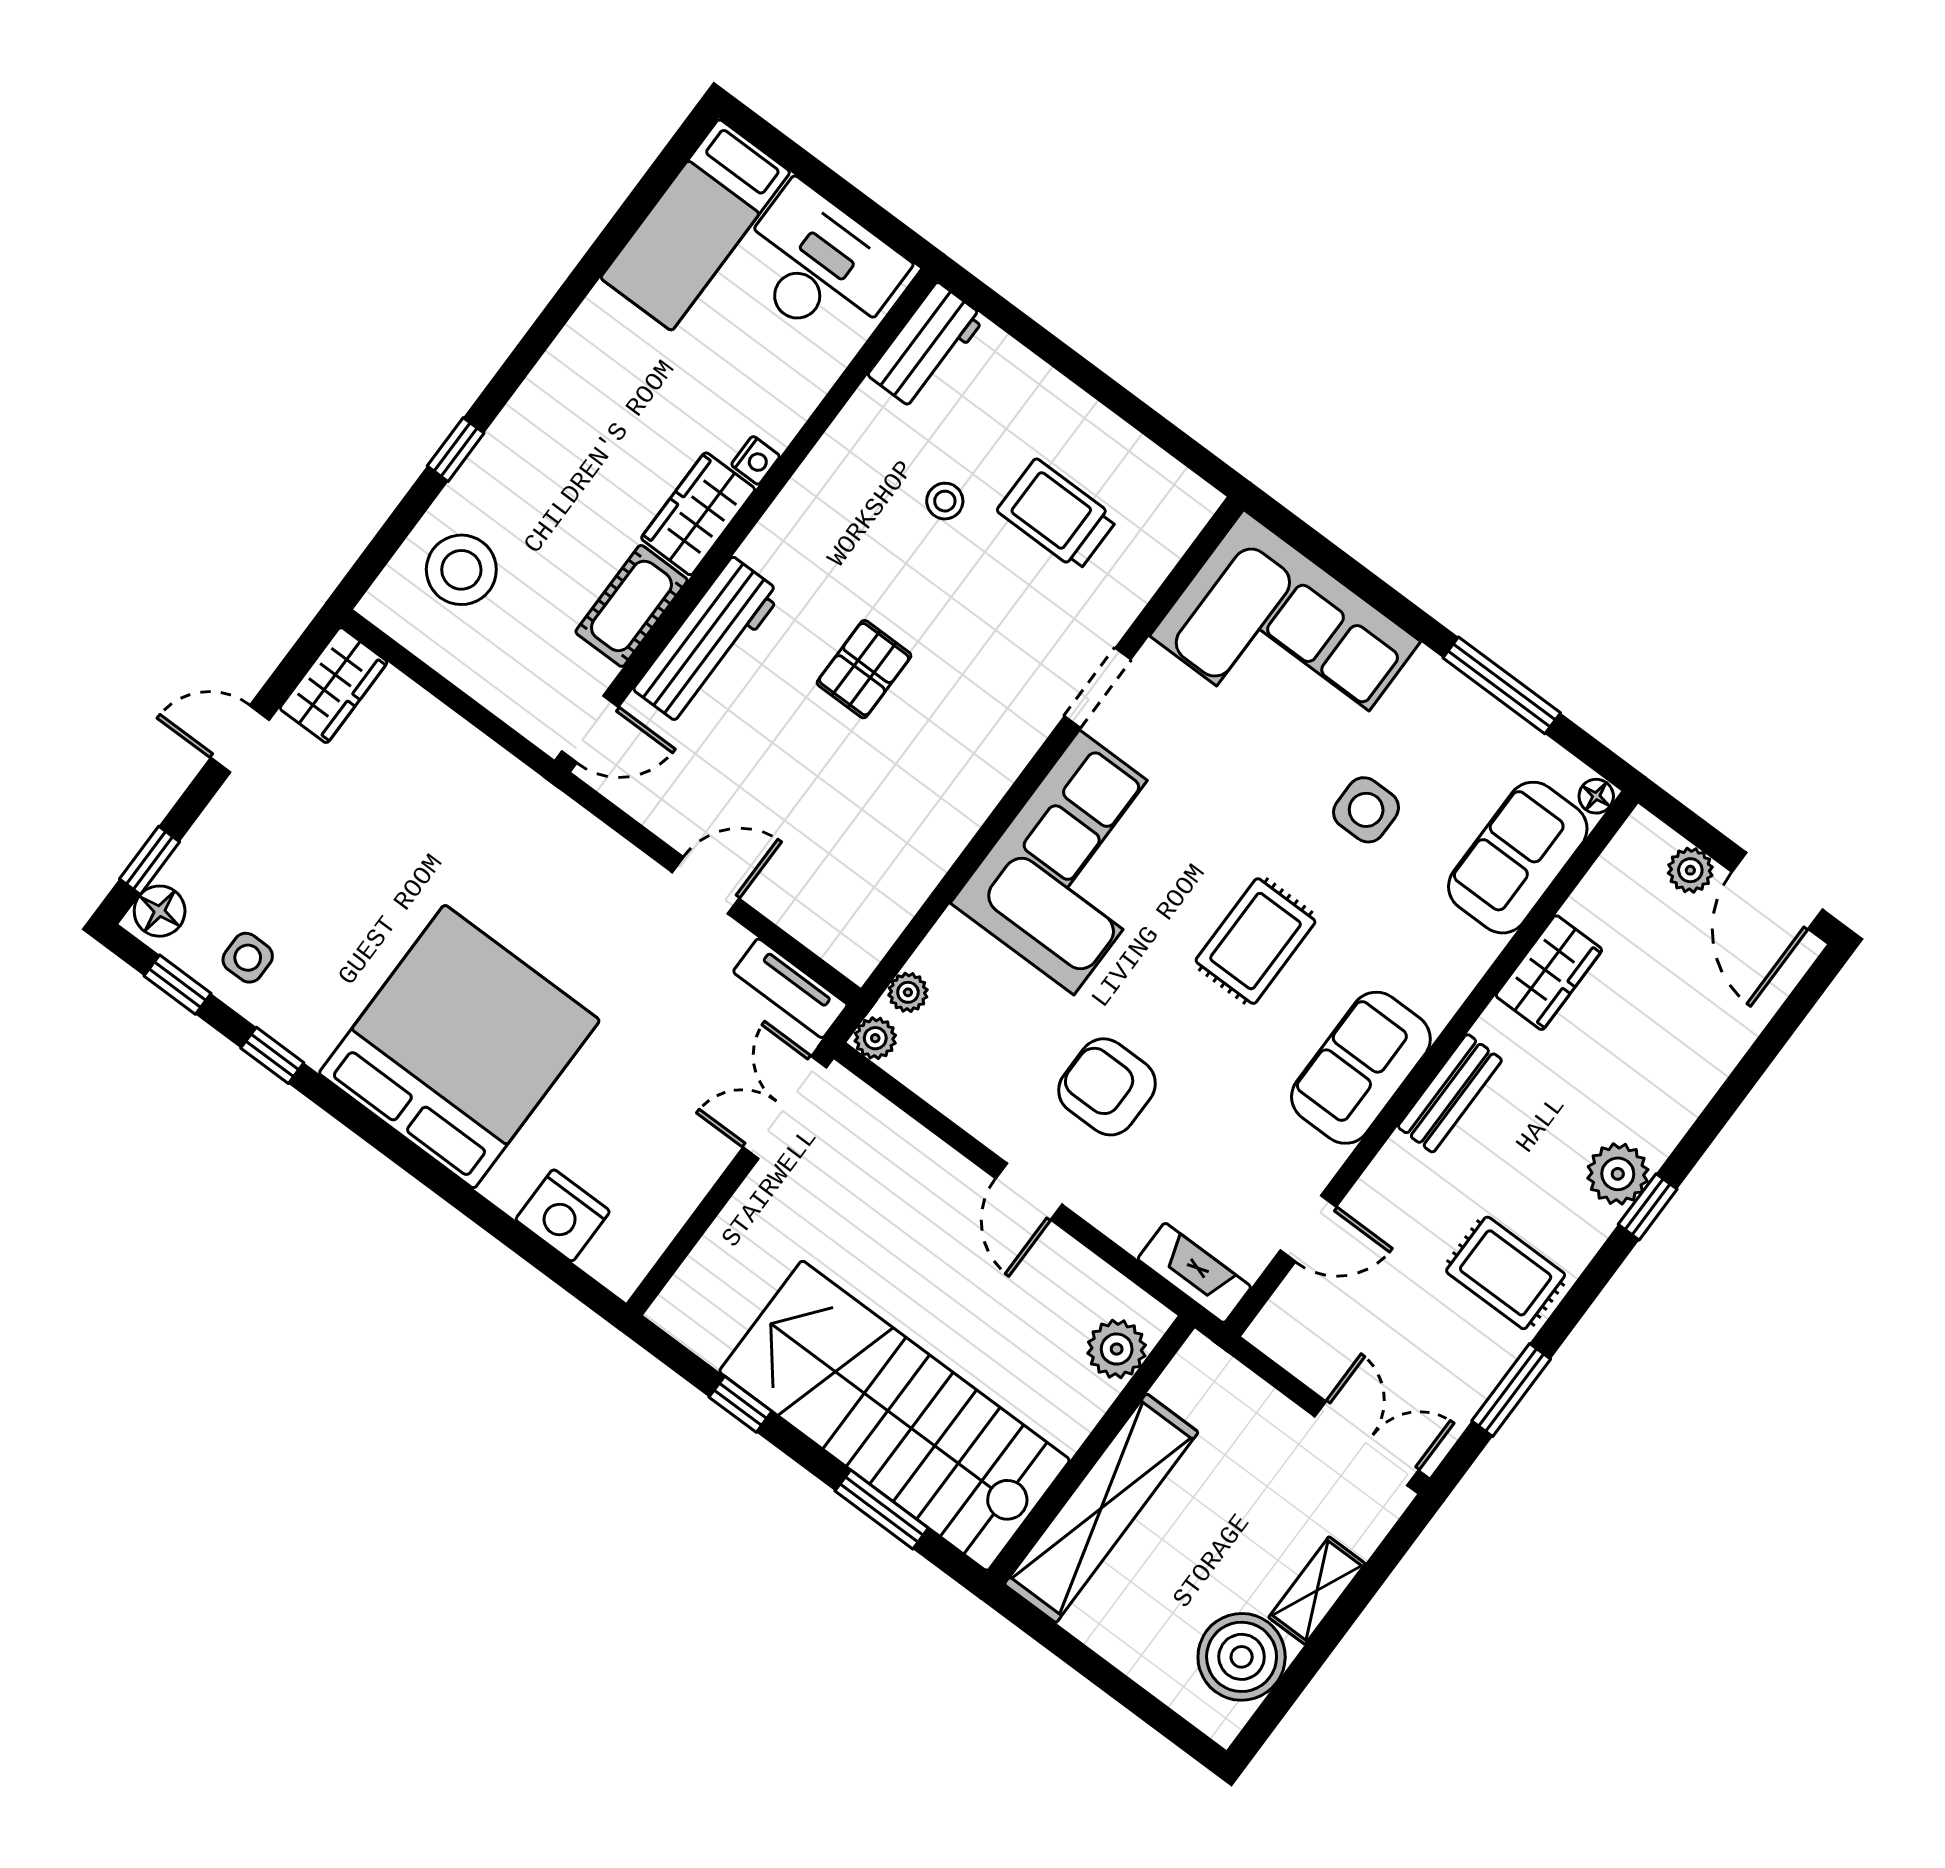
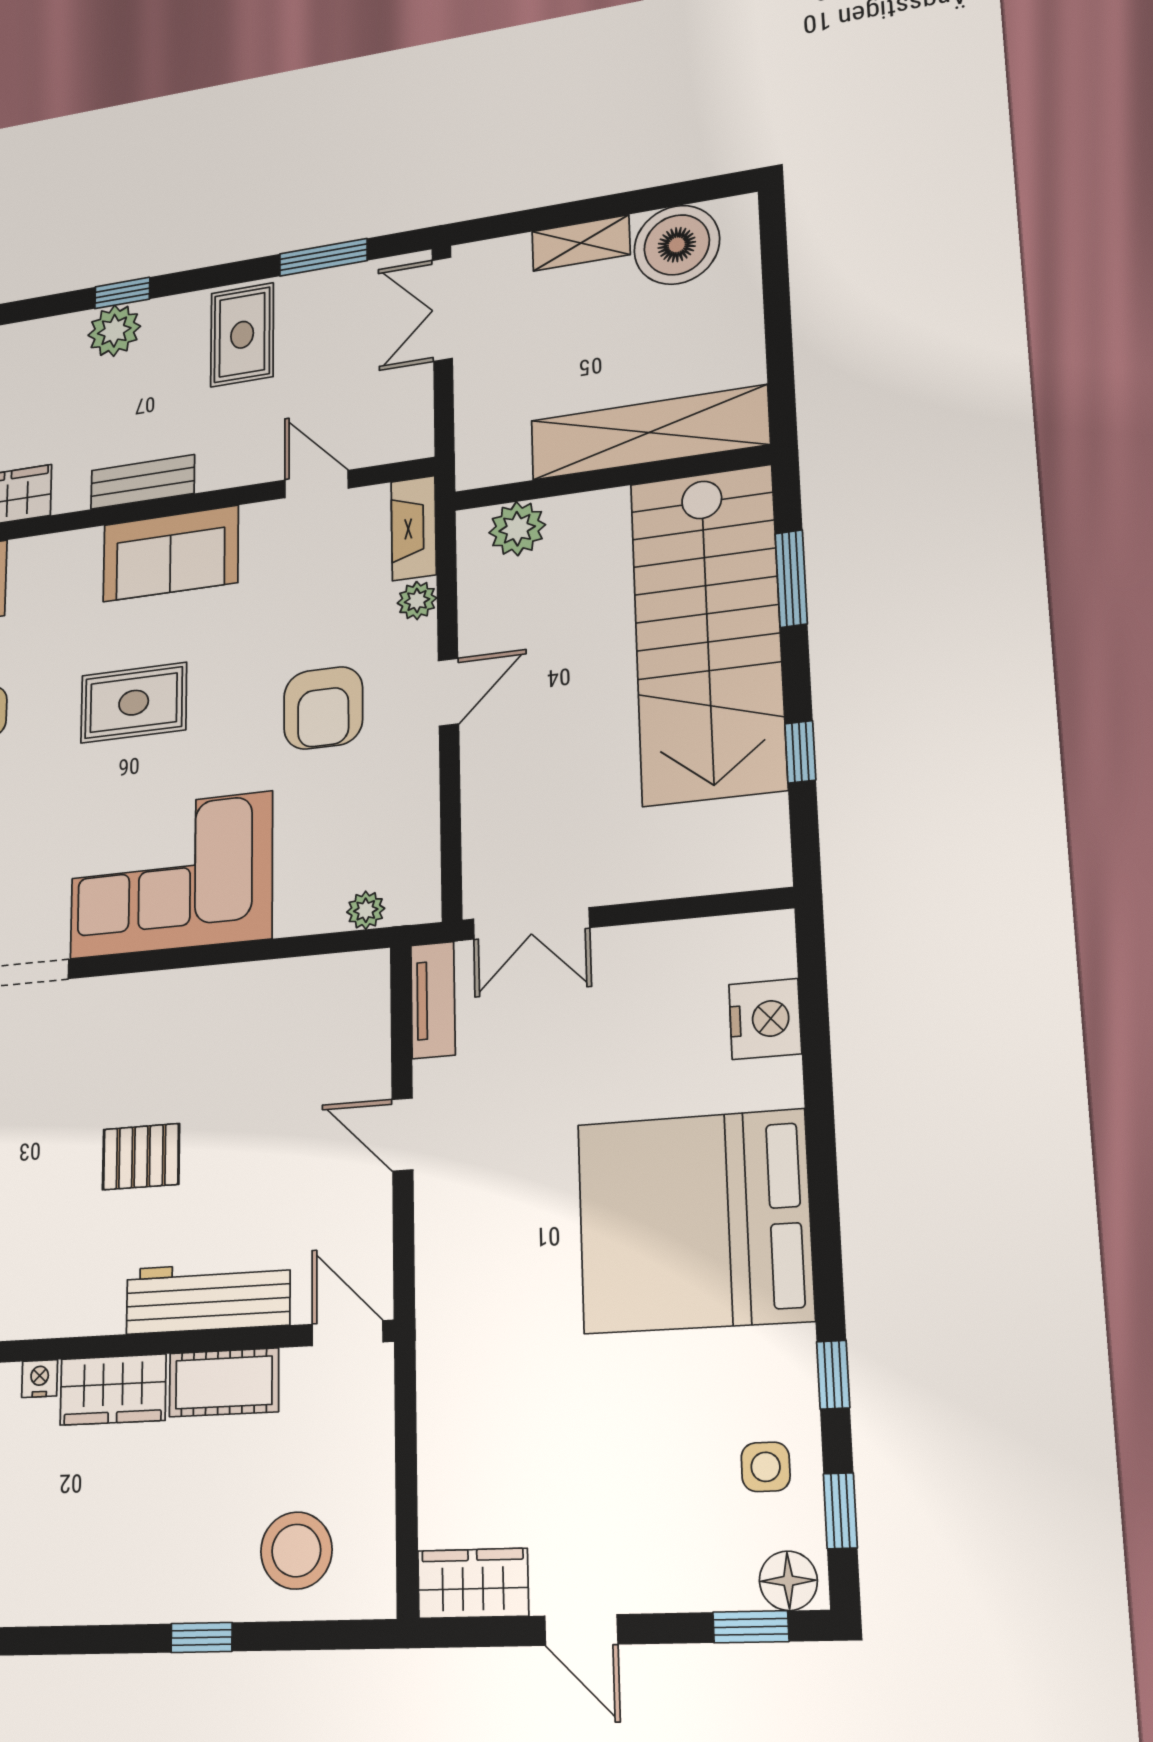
plant: (875, 1038) -> (417, 601), moved

